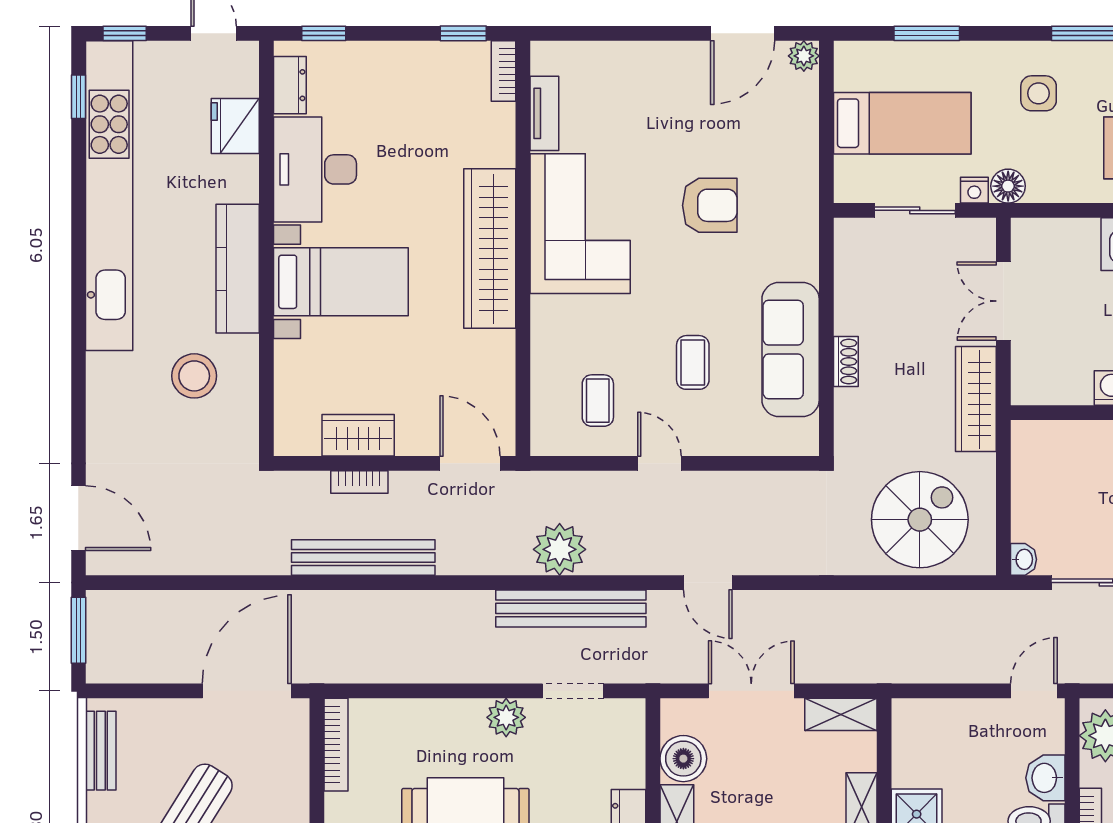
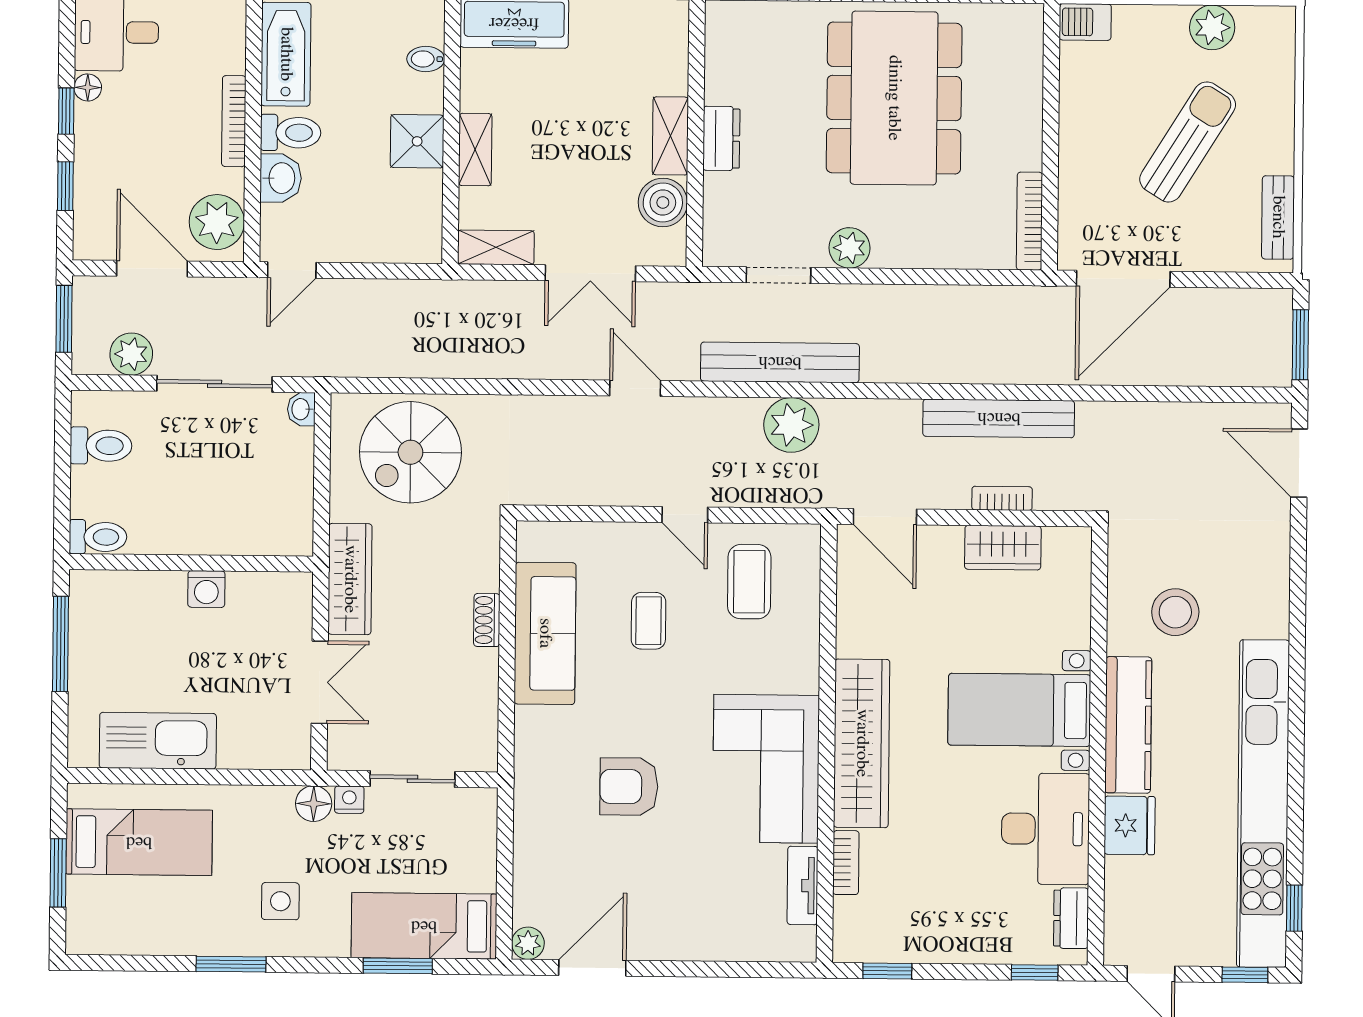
bookcase: (504, 71) -> (846, 863), moved
bed: (902, 123) -> (424, 926), moved
fridge: (235, 126) -> (1130, 825), moved
coffee table: (598, 401) -> (749, 582), width x1.36, depth x1.30

